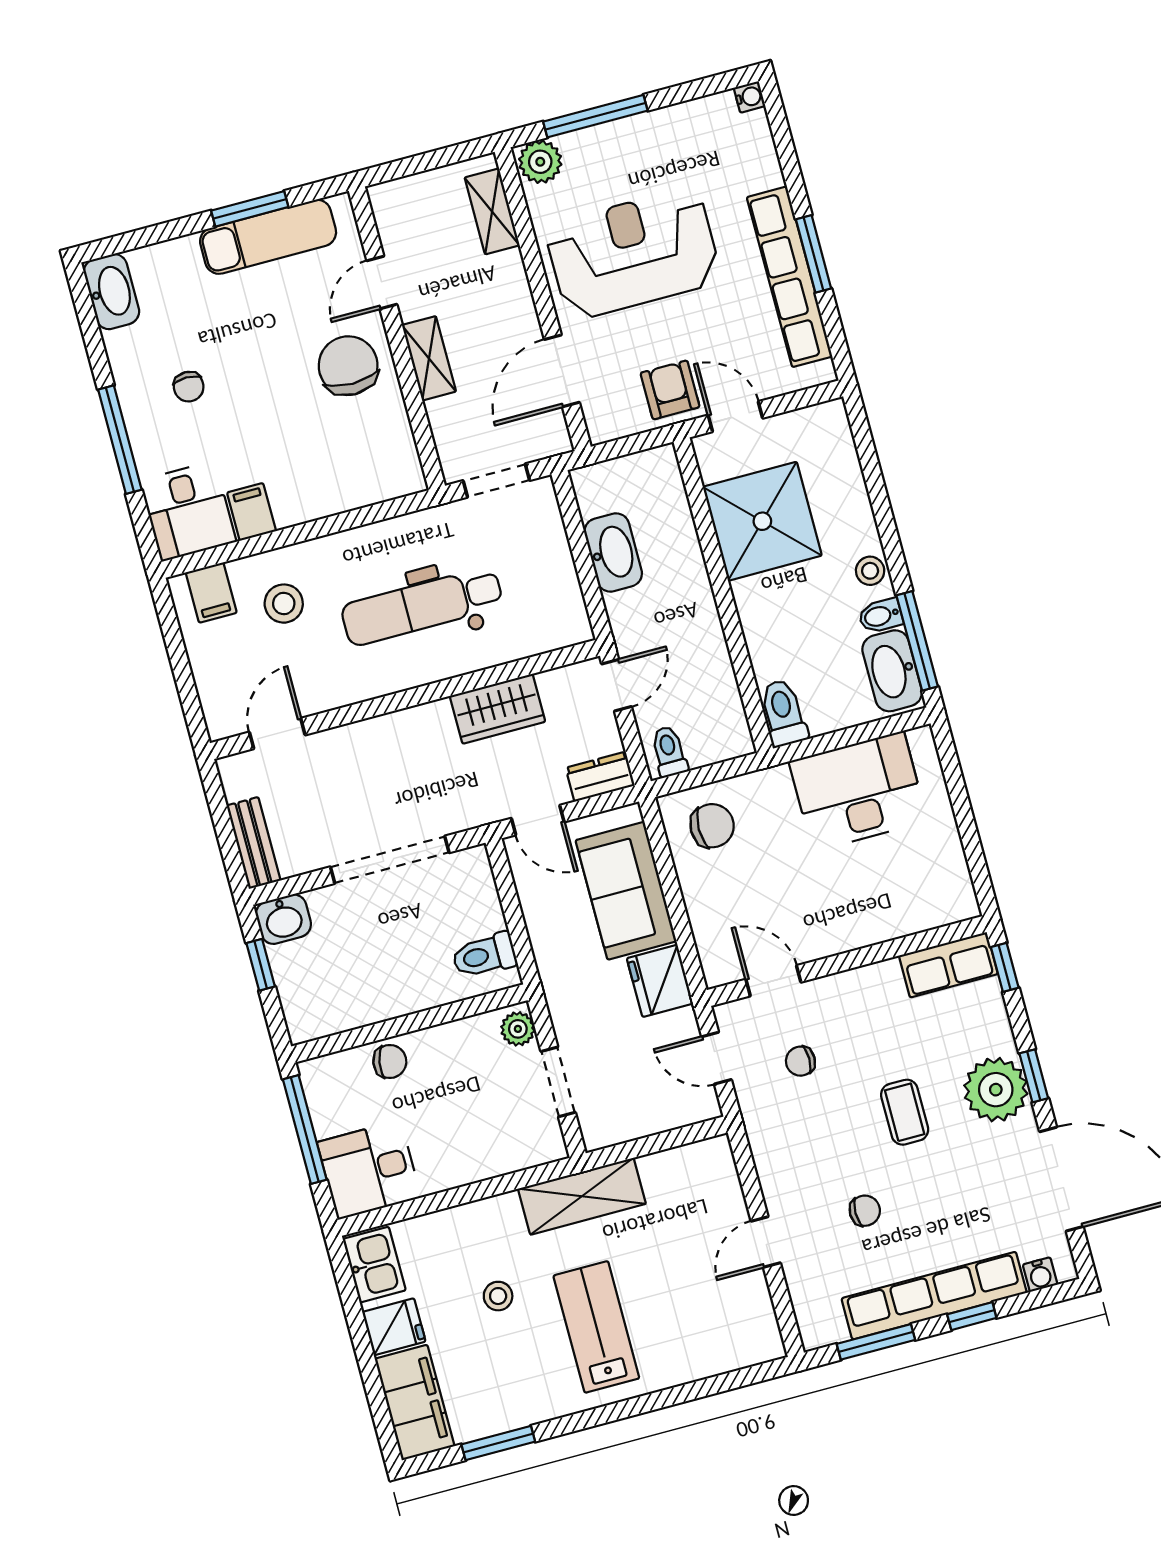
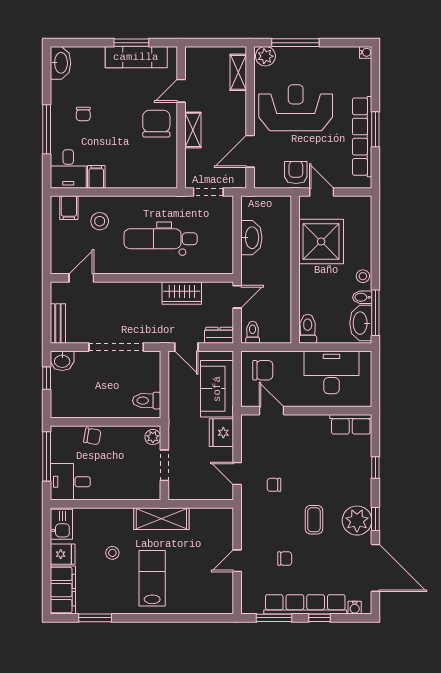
wall: (847, 961) -> (306, 411), moved
row of seats: (948, 965) -> (351, 424), moved
door: (773, 981) -> (271, 411), moved

